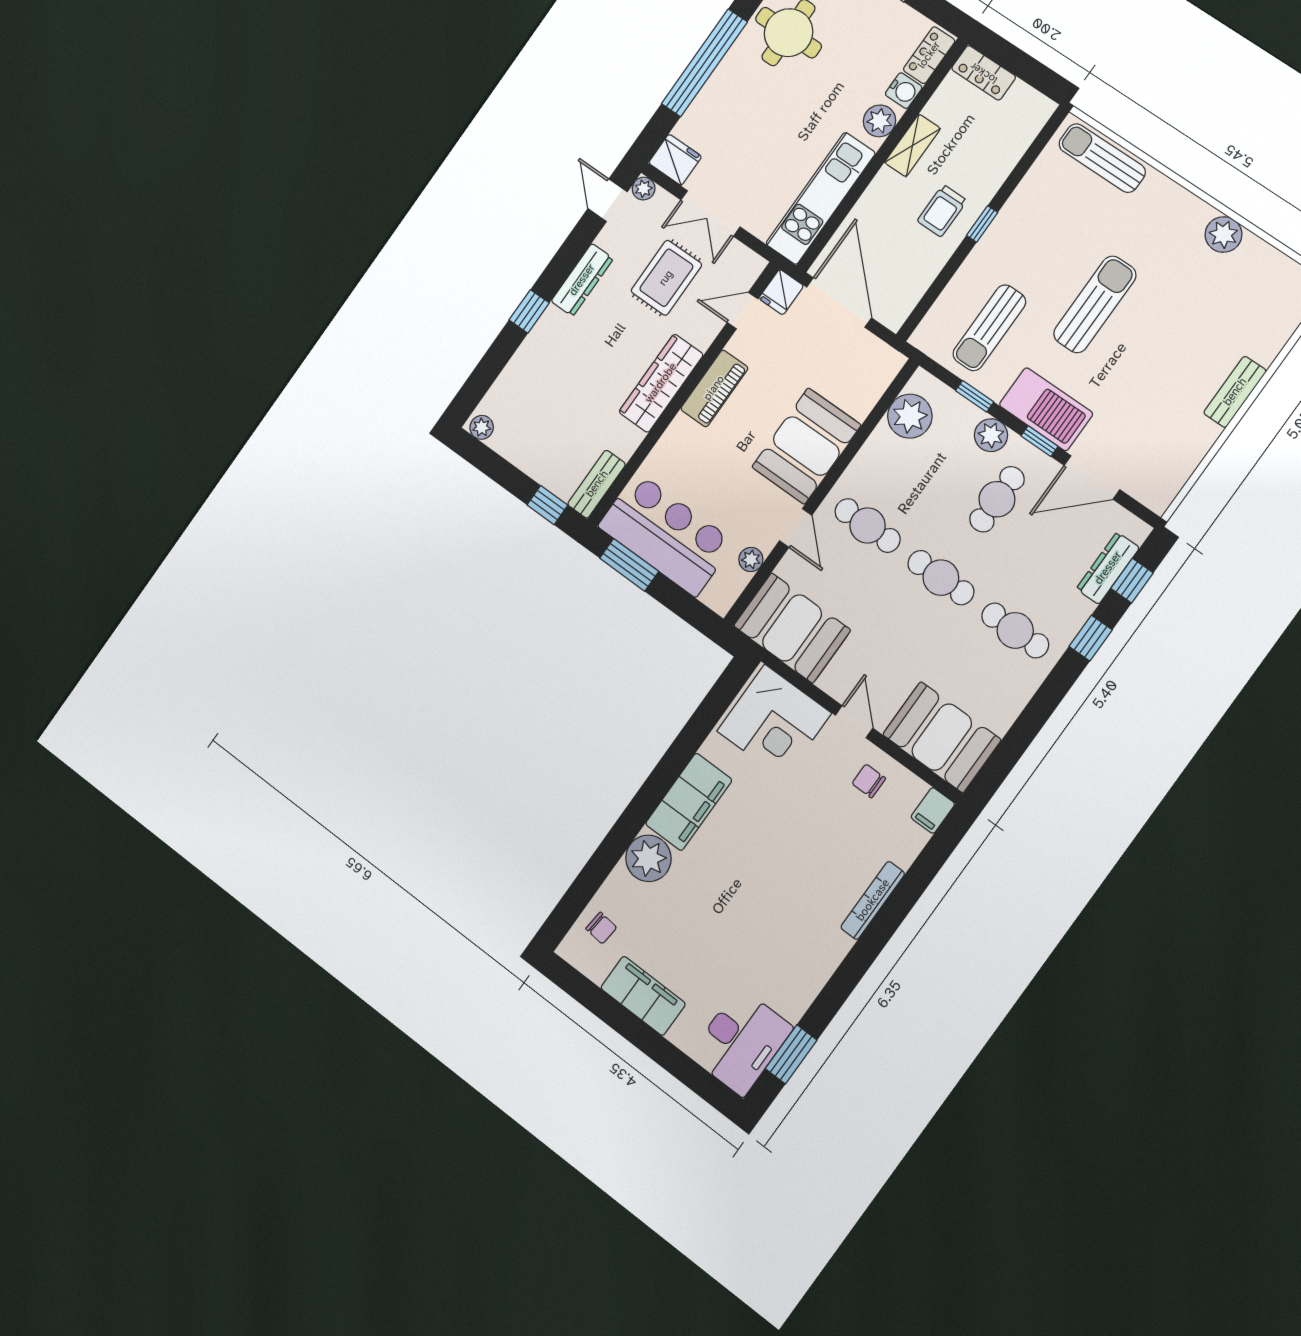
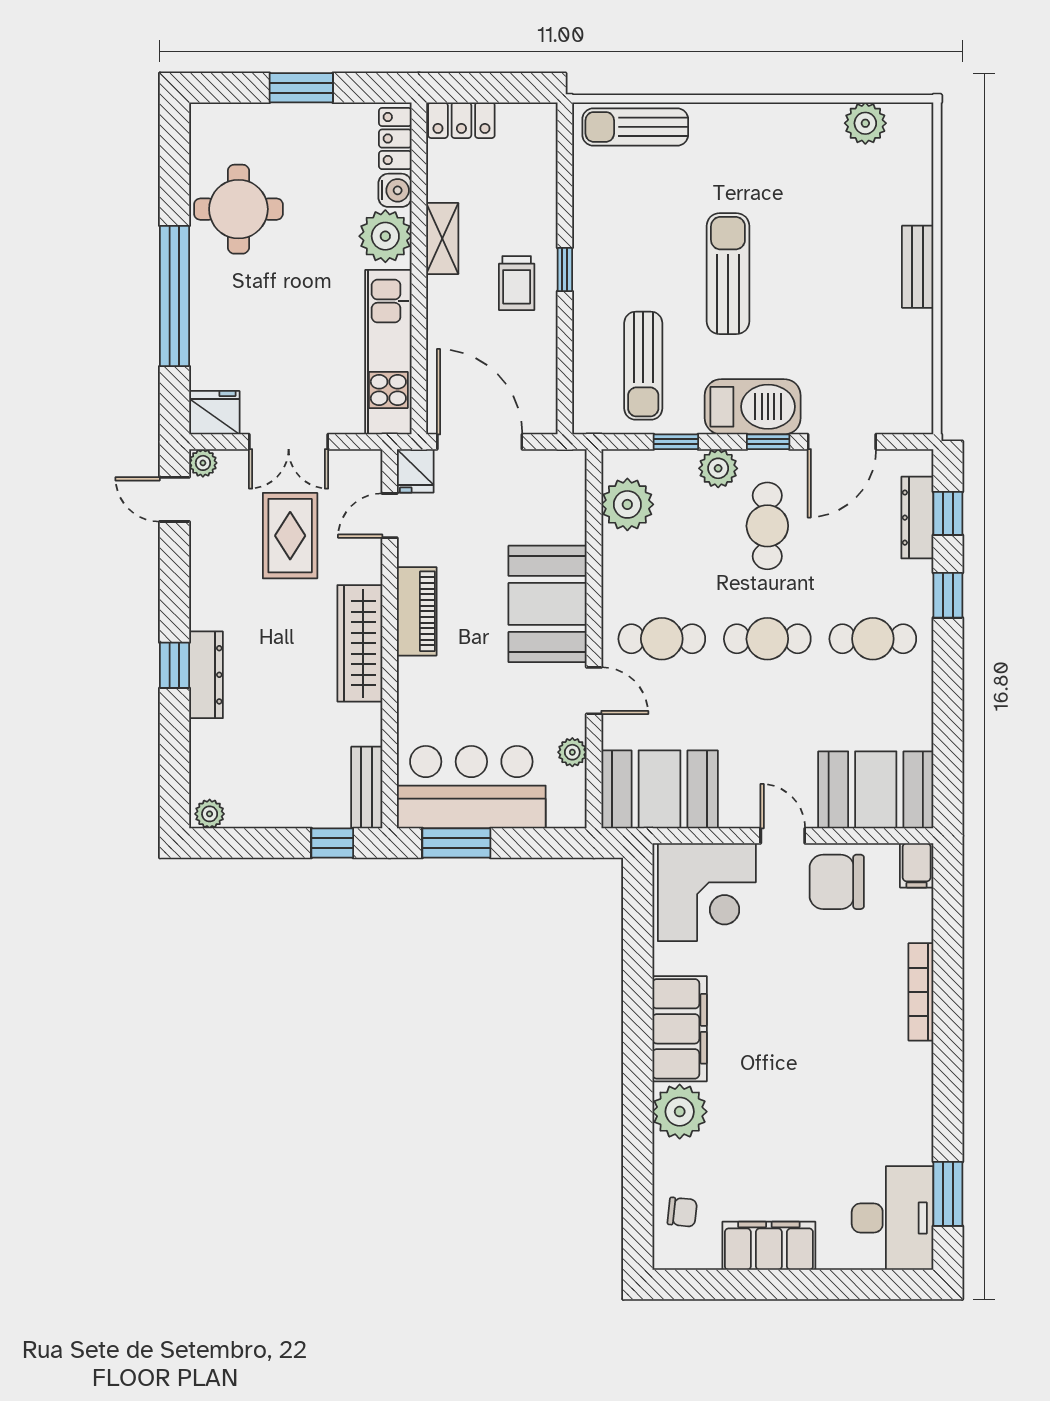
plant: (880, 121) -> (385, 236), width x1.36, depth x1.36
plant: (1223, 234) -> (865, 123), moved
dresser: (582, 280) -> (206, 675), moved
chair: (869, 781) -> (837, 882), width x1.87, depth x1.87

